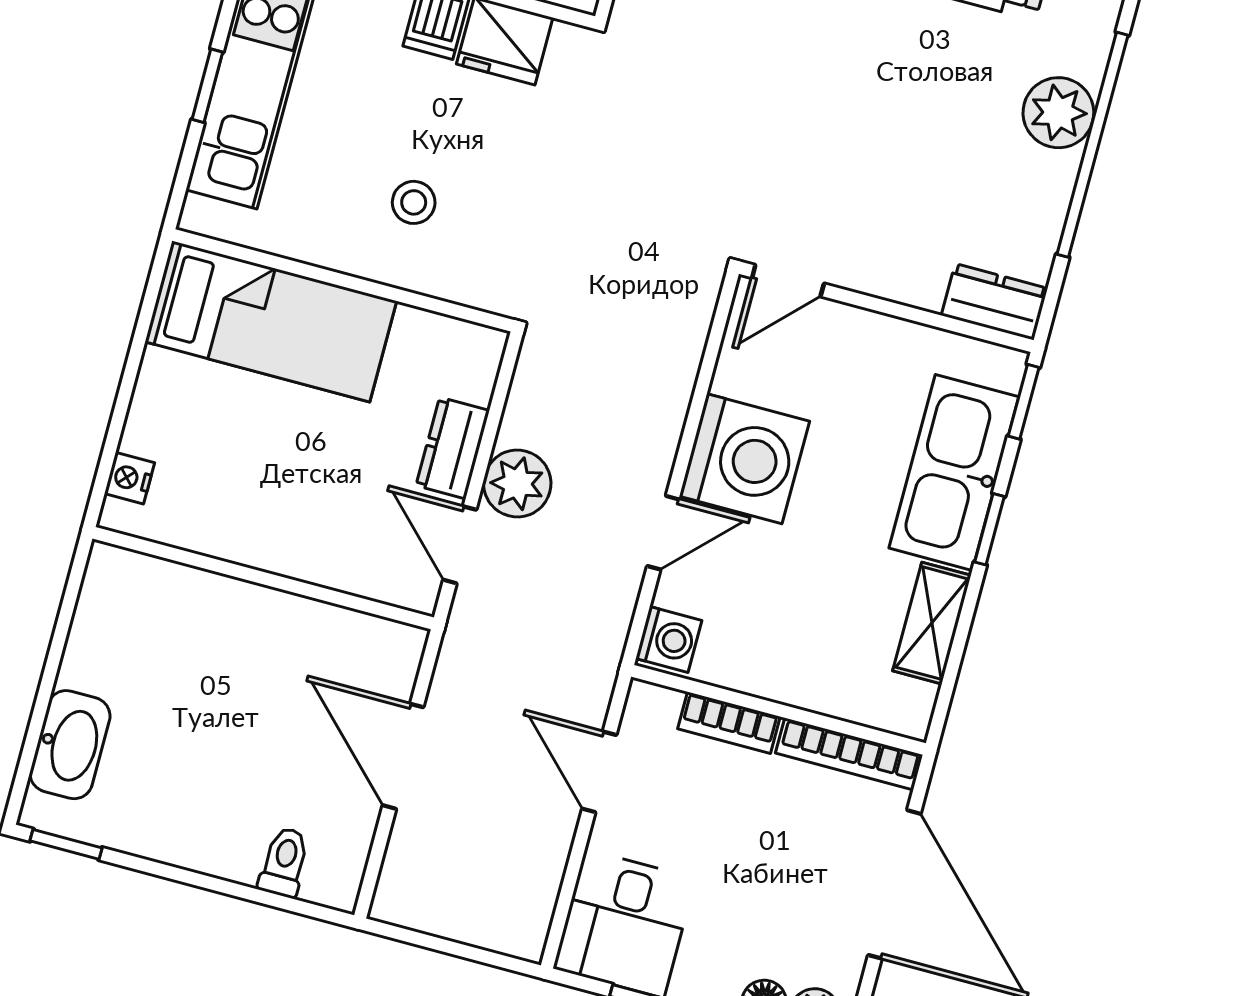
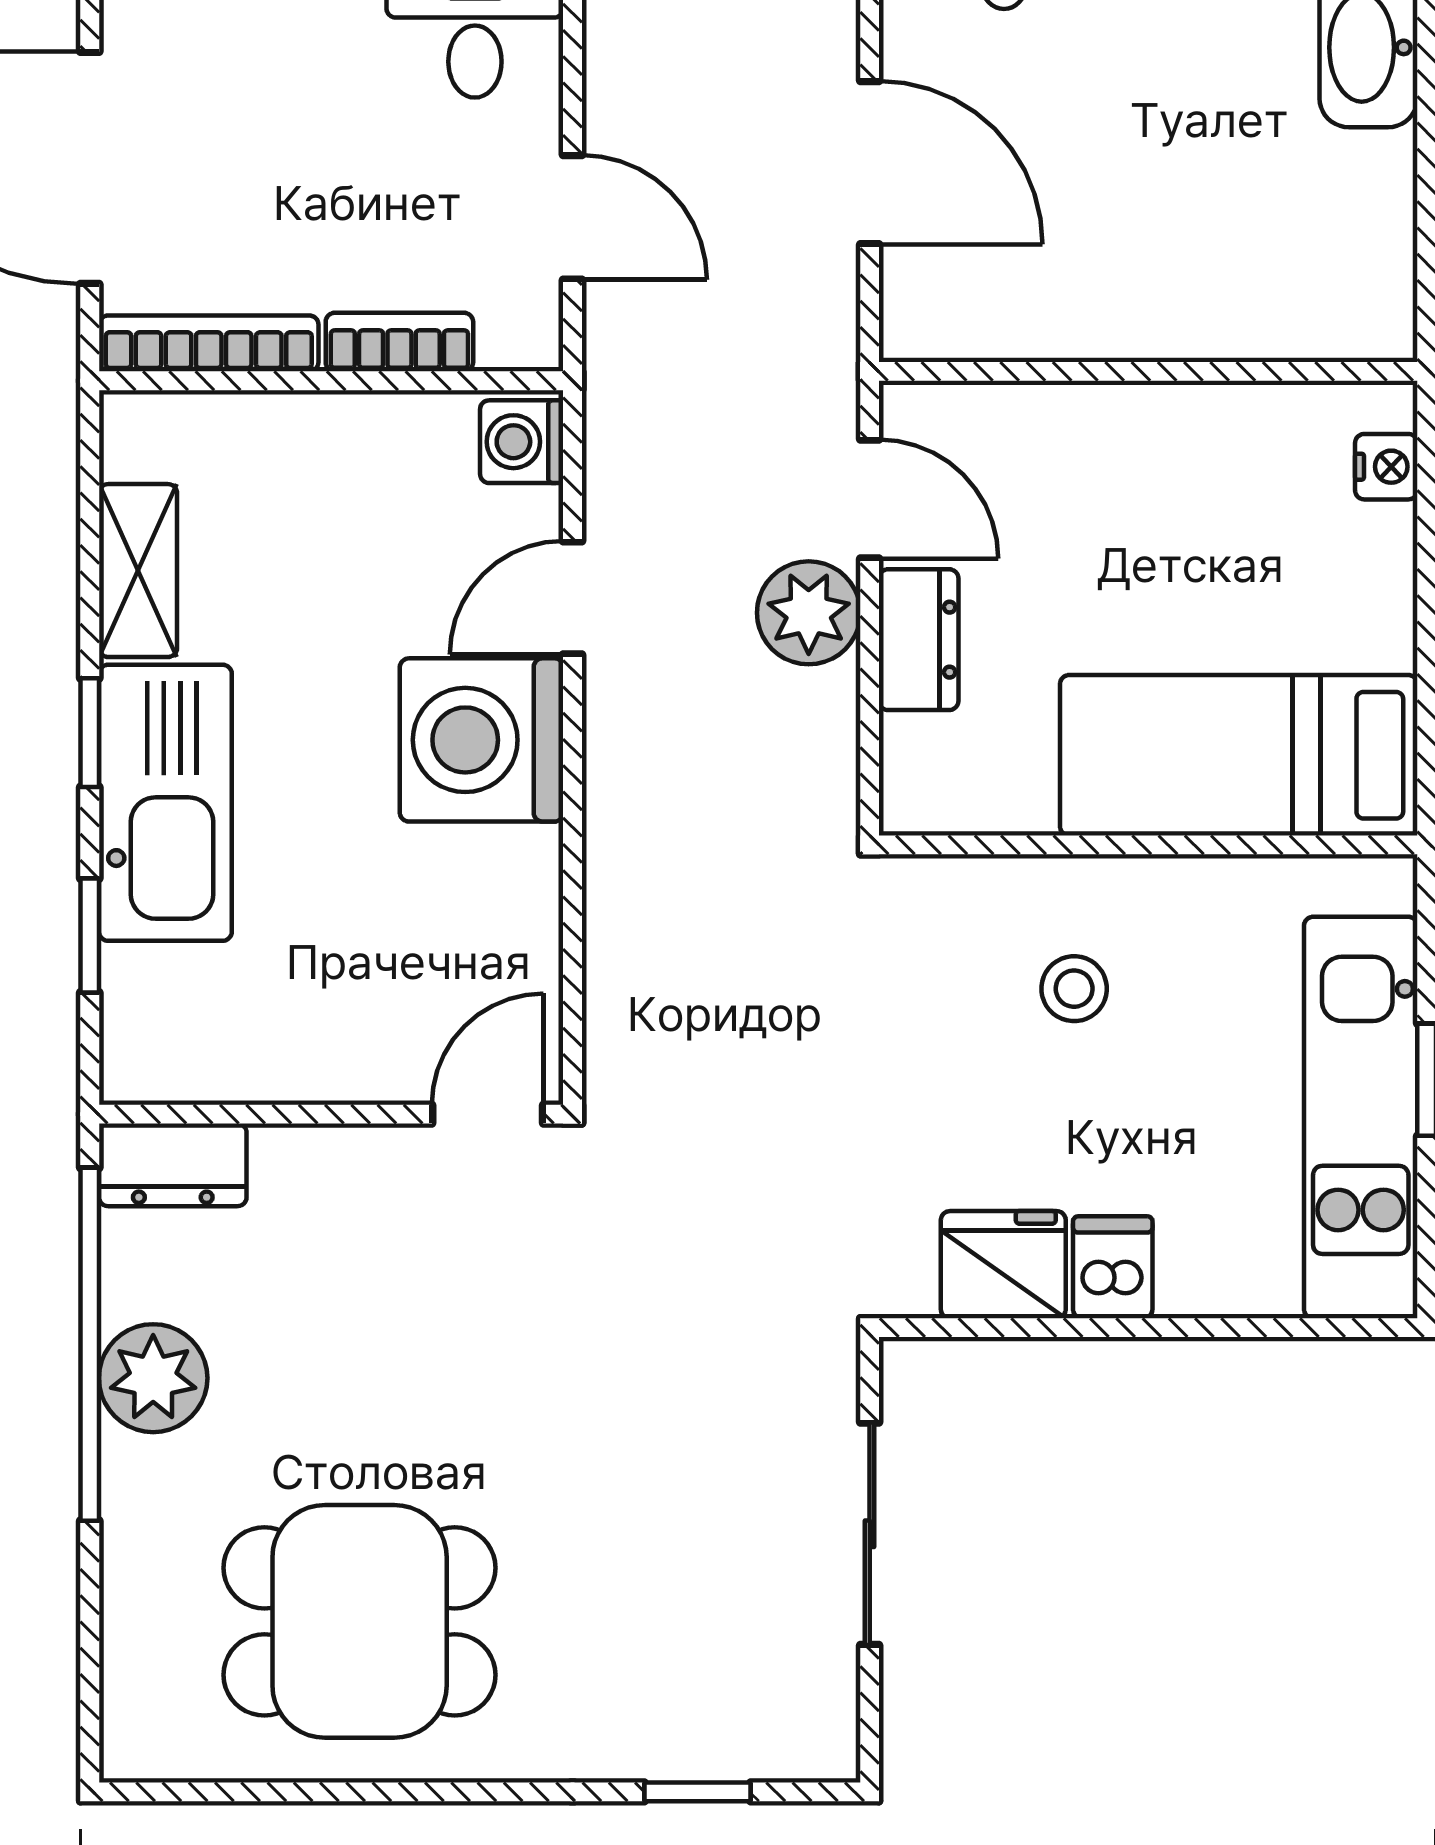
door: (788, 281) -> (488, 1114), moved
dresser: (994, 302) -> (173, 1165), moved
wall: (886, 307) -> (331, 1114), moved

